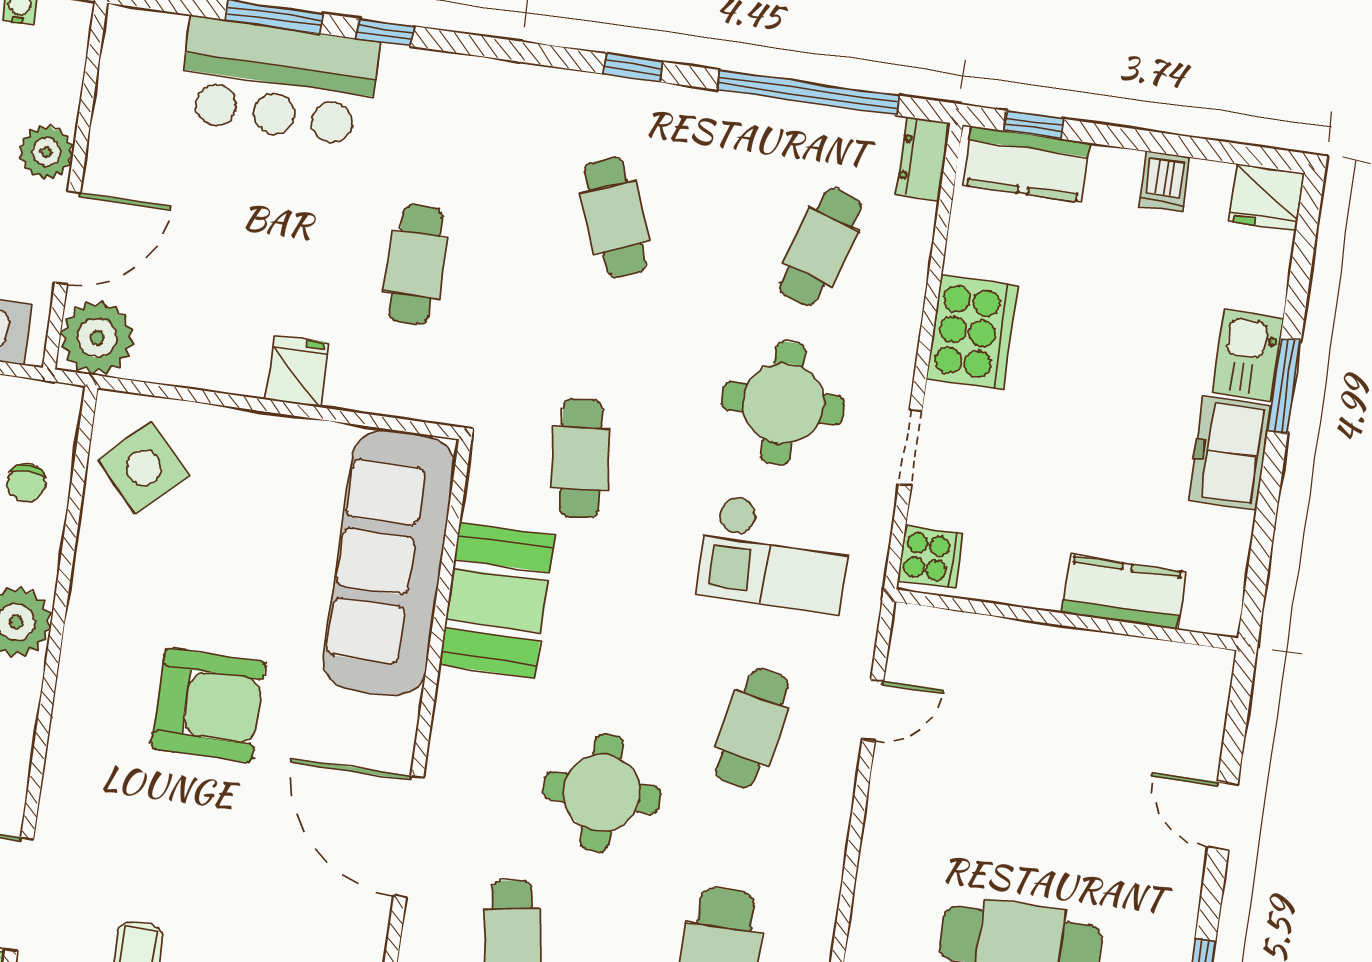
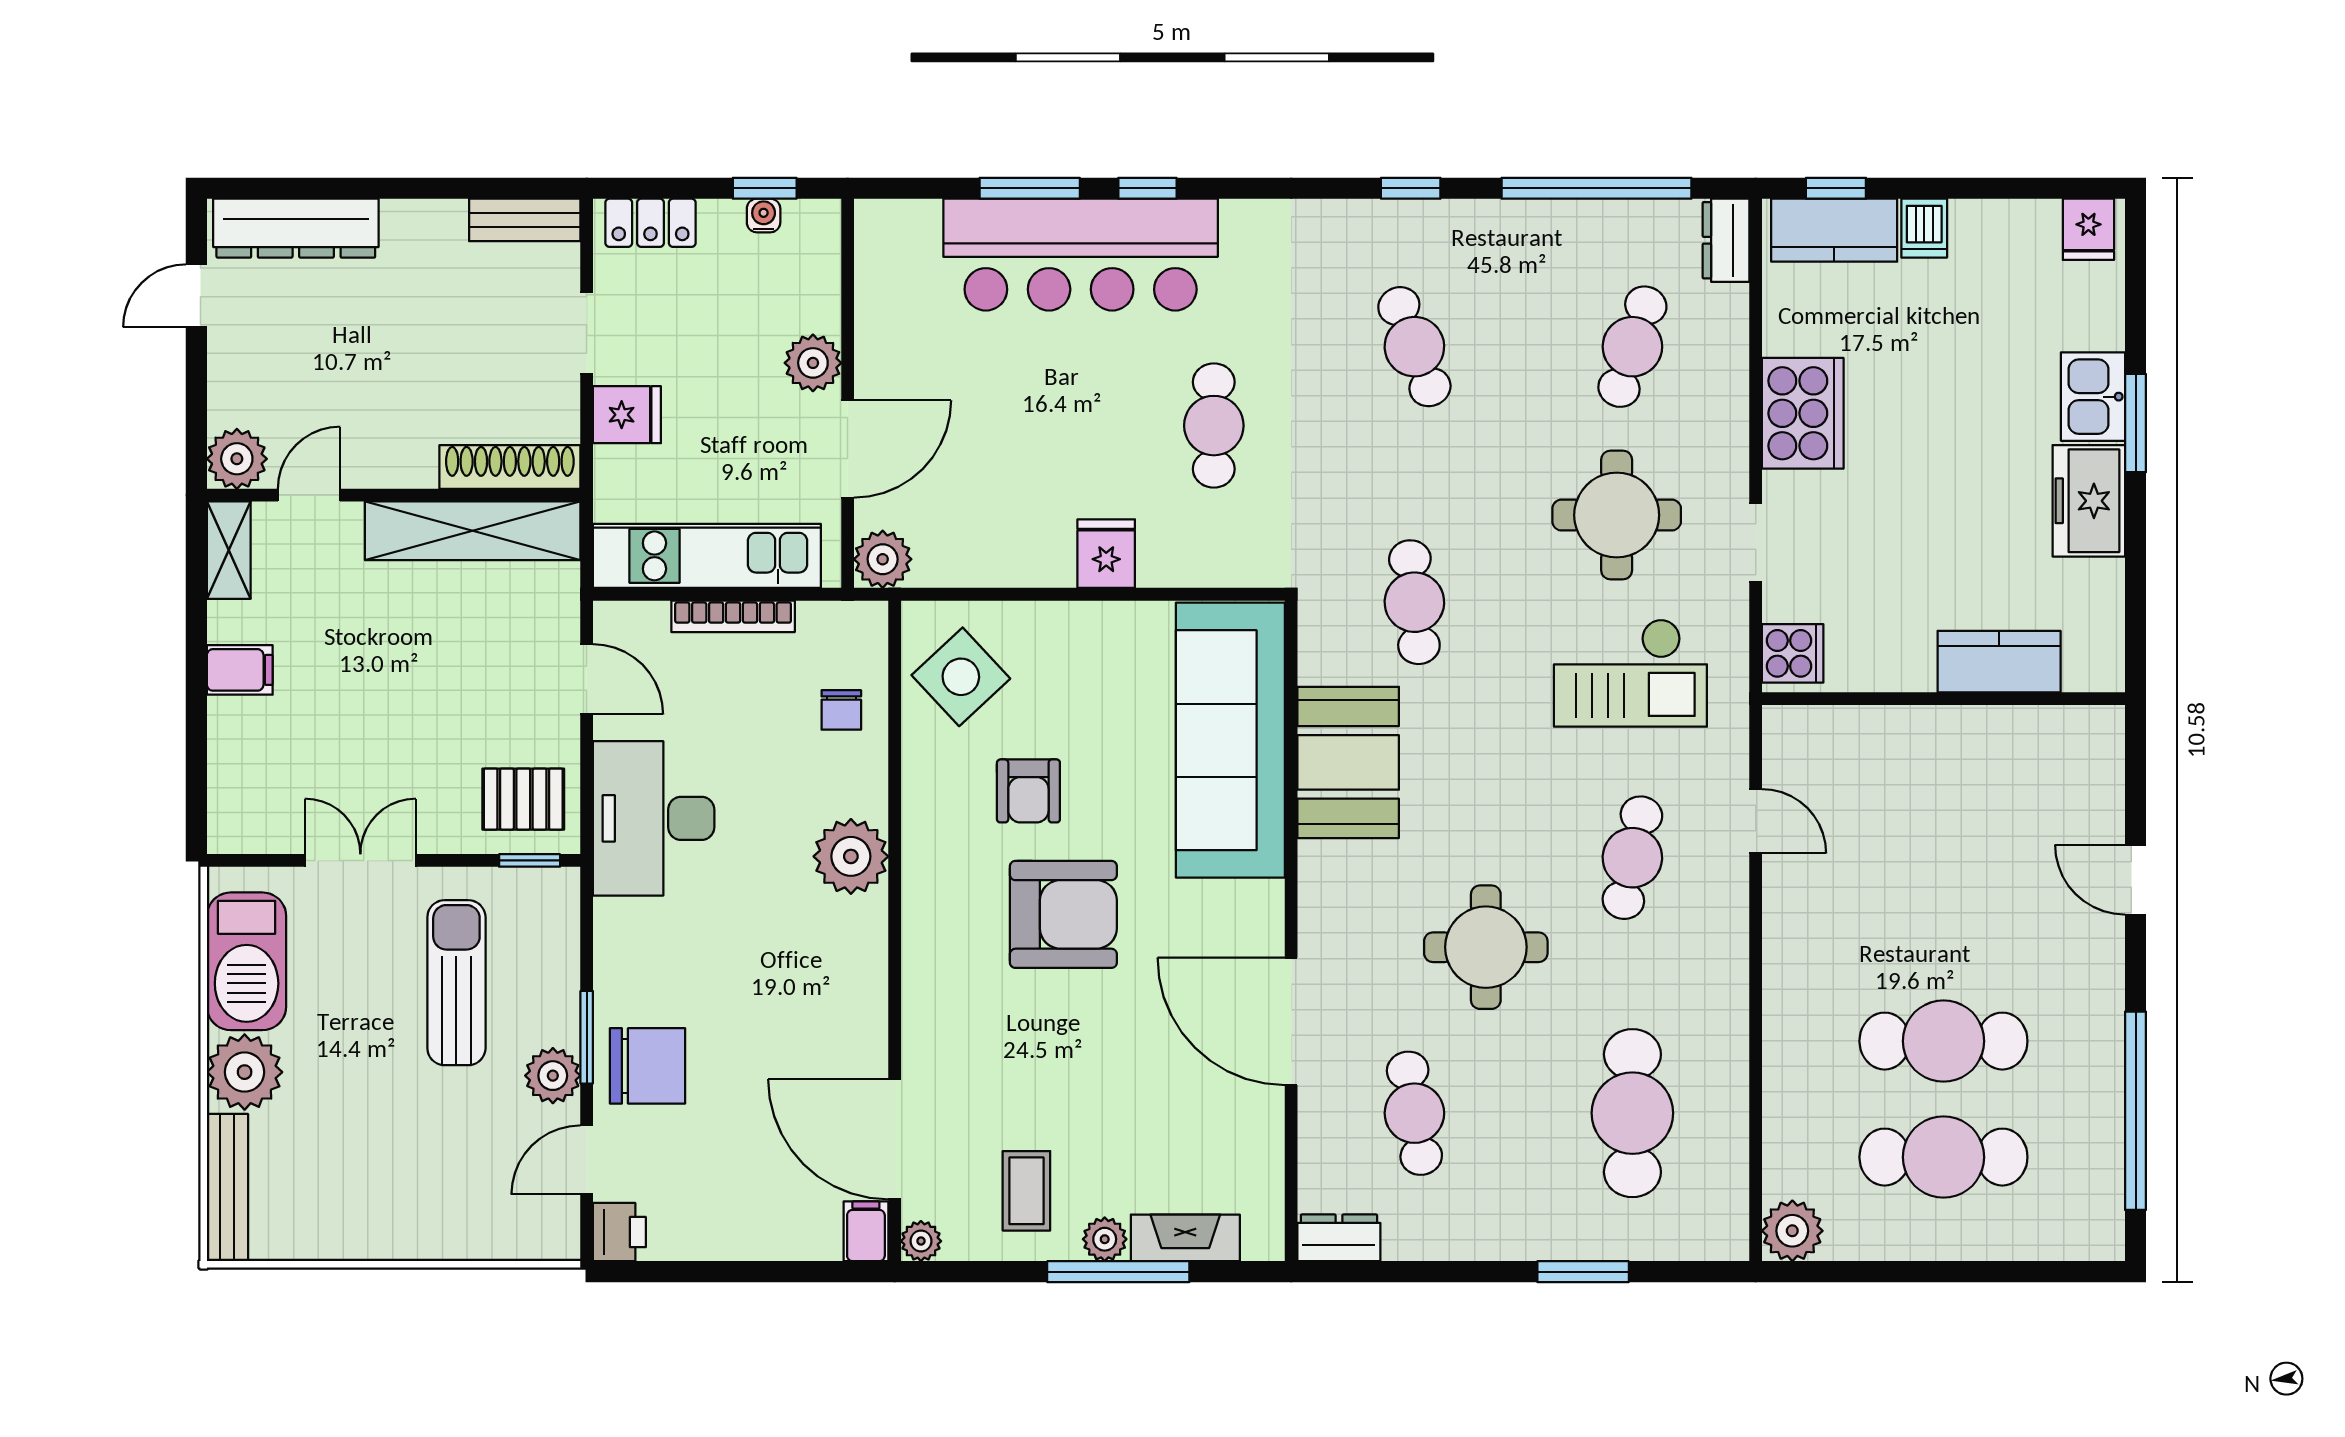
bar counter: (279, 81) -> (1081, 255), width x1.36
dishwasher: (1164, 182) -> (1924, 228), moved
fridge: (1266, 197) -> (2088, 229), width x0.72
plant: (97, 338) -> (883, 559), width x0.73, depth x0.73
armchair: (192, 584) -> (1028, 791), added
door: (873, 710) -> (1756, 821), hinge flipped

